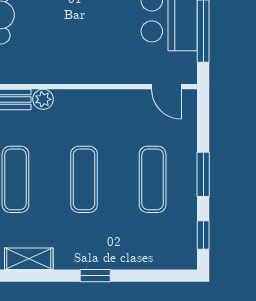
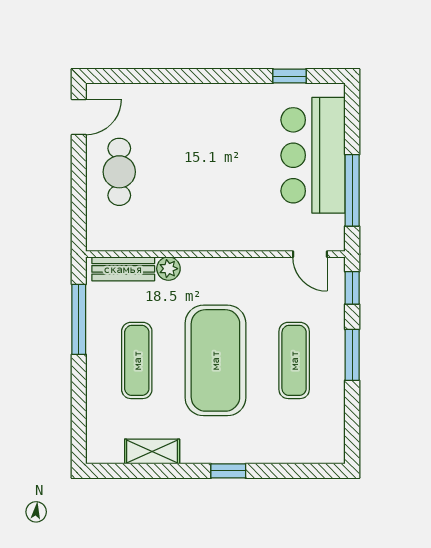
exercise mat: (84, 179) -> (215, 360), width x2.00, depth x1.45
window: (203, 235) -> (352, 288), moved

